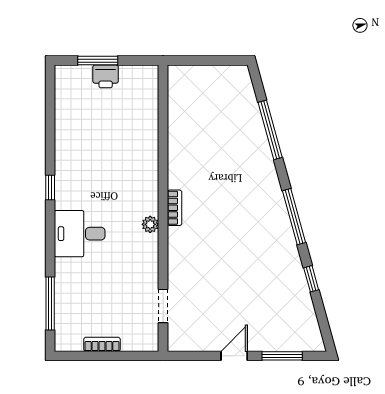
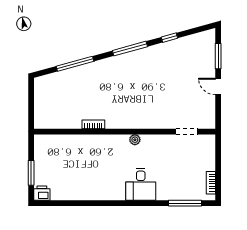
printer: (106, 76) -> (42, 193), moved, turned -90
window: (50, 187) -> (111, 203), removed
bookcase: (175, 208) -> (93, 124), moved
bookcase: (102, 344) -> (211, 183), moved

